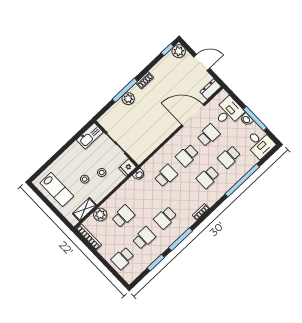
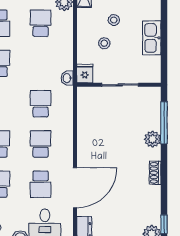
window: (125, 90) -> (164, 123), moved
kitchen sink: (90, 136) -> (152, 38), moved
school desk: (166, 176) -> (41, 104), turned 180
school desk: (123, 216) -> (41, 23), turned 180

